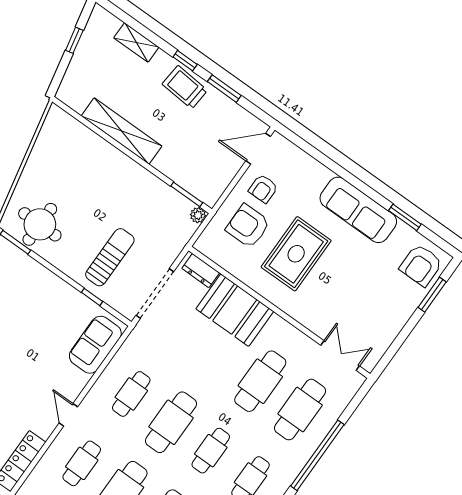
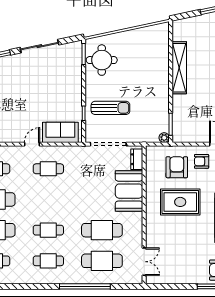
door: (68, 415) -> (32, 144), moved
cafe table: (171, 422) -> (48, 199), removed

